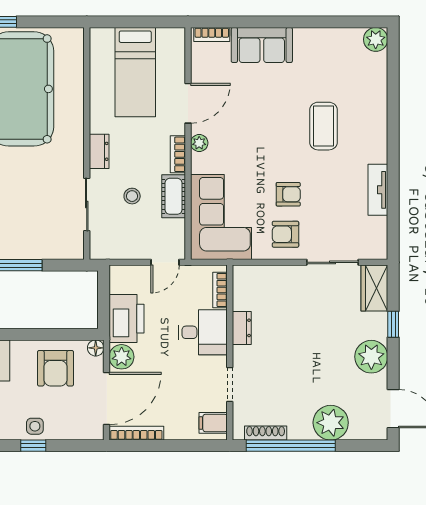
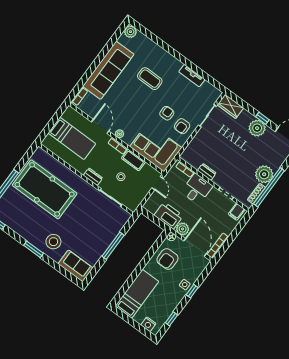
sofa: (262, 45) -> (108, 70), width x1.85, depth x1.27
window: (393, 324) -> (262, 118), moved
armchair: (56, 368) -> (167, 259), turned 90
plant: (331, 423) -> (264, 174), moved

